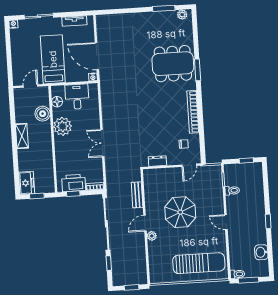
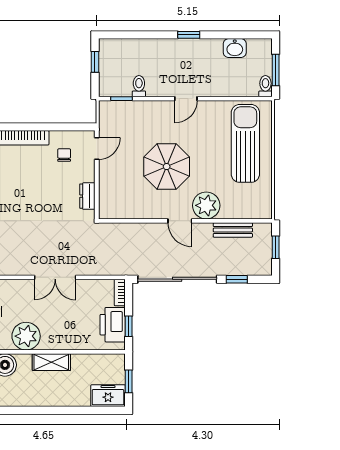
shelving: (22, 136) -> (51, 362), moved
door: (189, 165) -> (97, 148), hinge flipped
bench: (137, 195) -> (233, 230), moved
plant: (152, 236) -> (206, 205), width x1.87, depth x1.87

